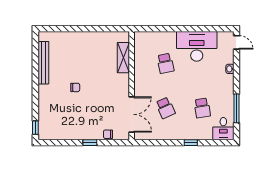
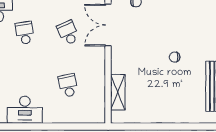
desk: (197, 46) -> (25, 110), width x0.73, depth x0.77

